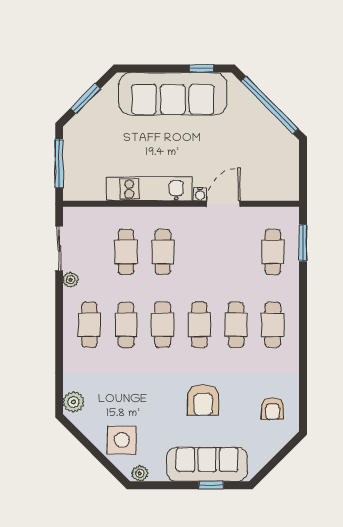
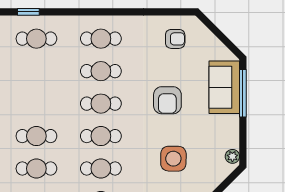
window: (303, 243) -> (28, 12), width x0.67
armchair: (203, 400) -> (167, 100), turned 90
side table: (122, 440) -> (173, 159), moved
sofa: (207, 464) -> (224, 87), width x0.73
window: (211, 485) -> (243, 93), width x2.17

